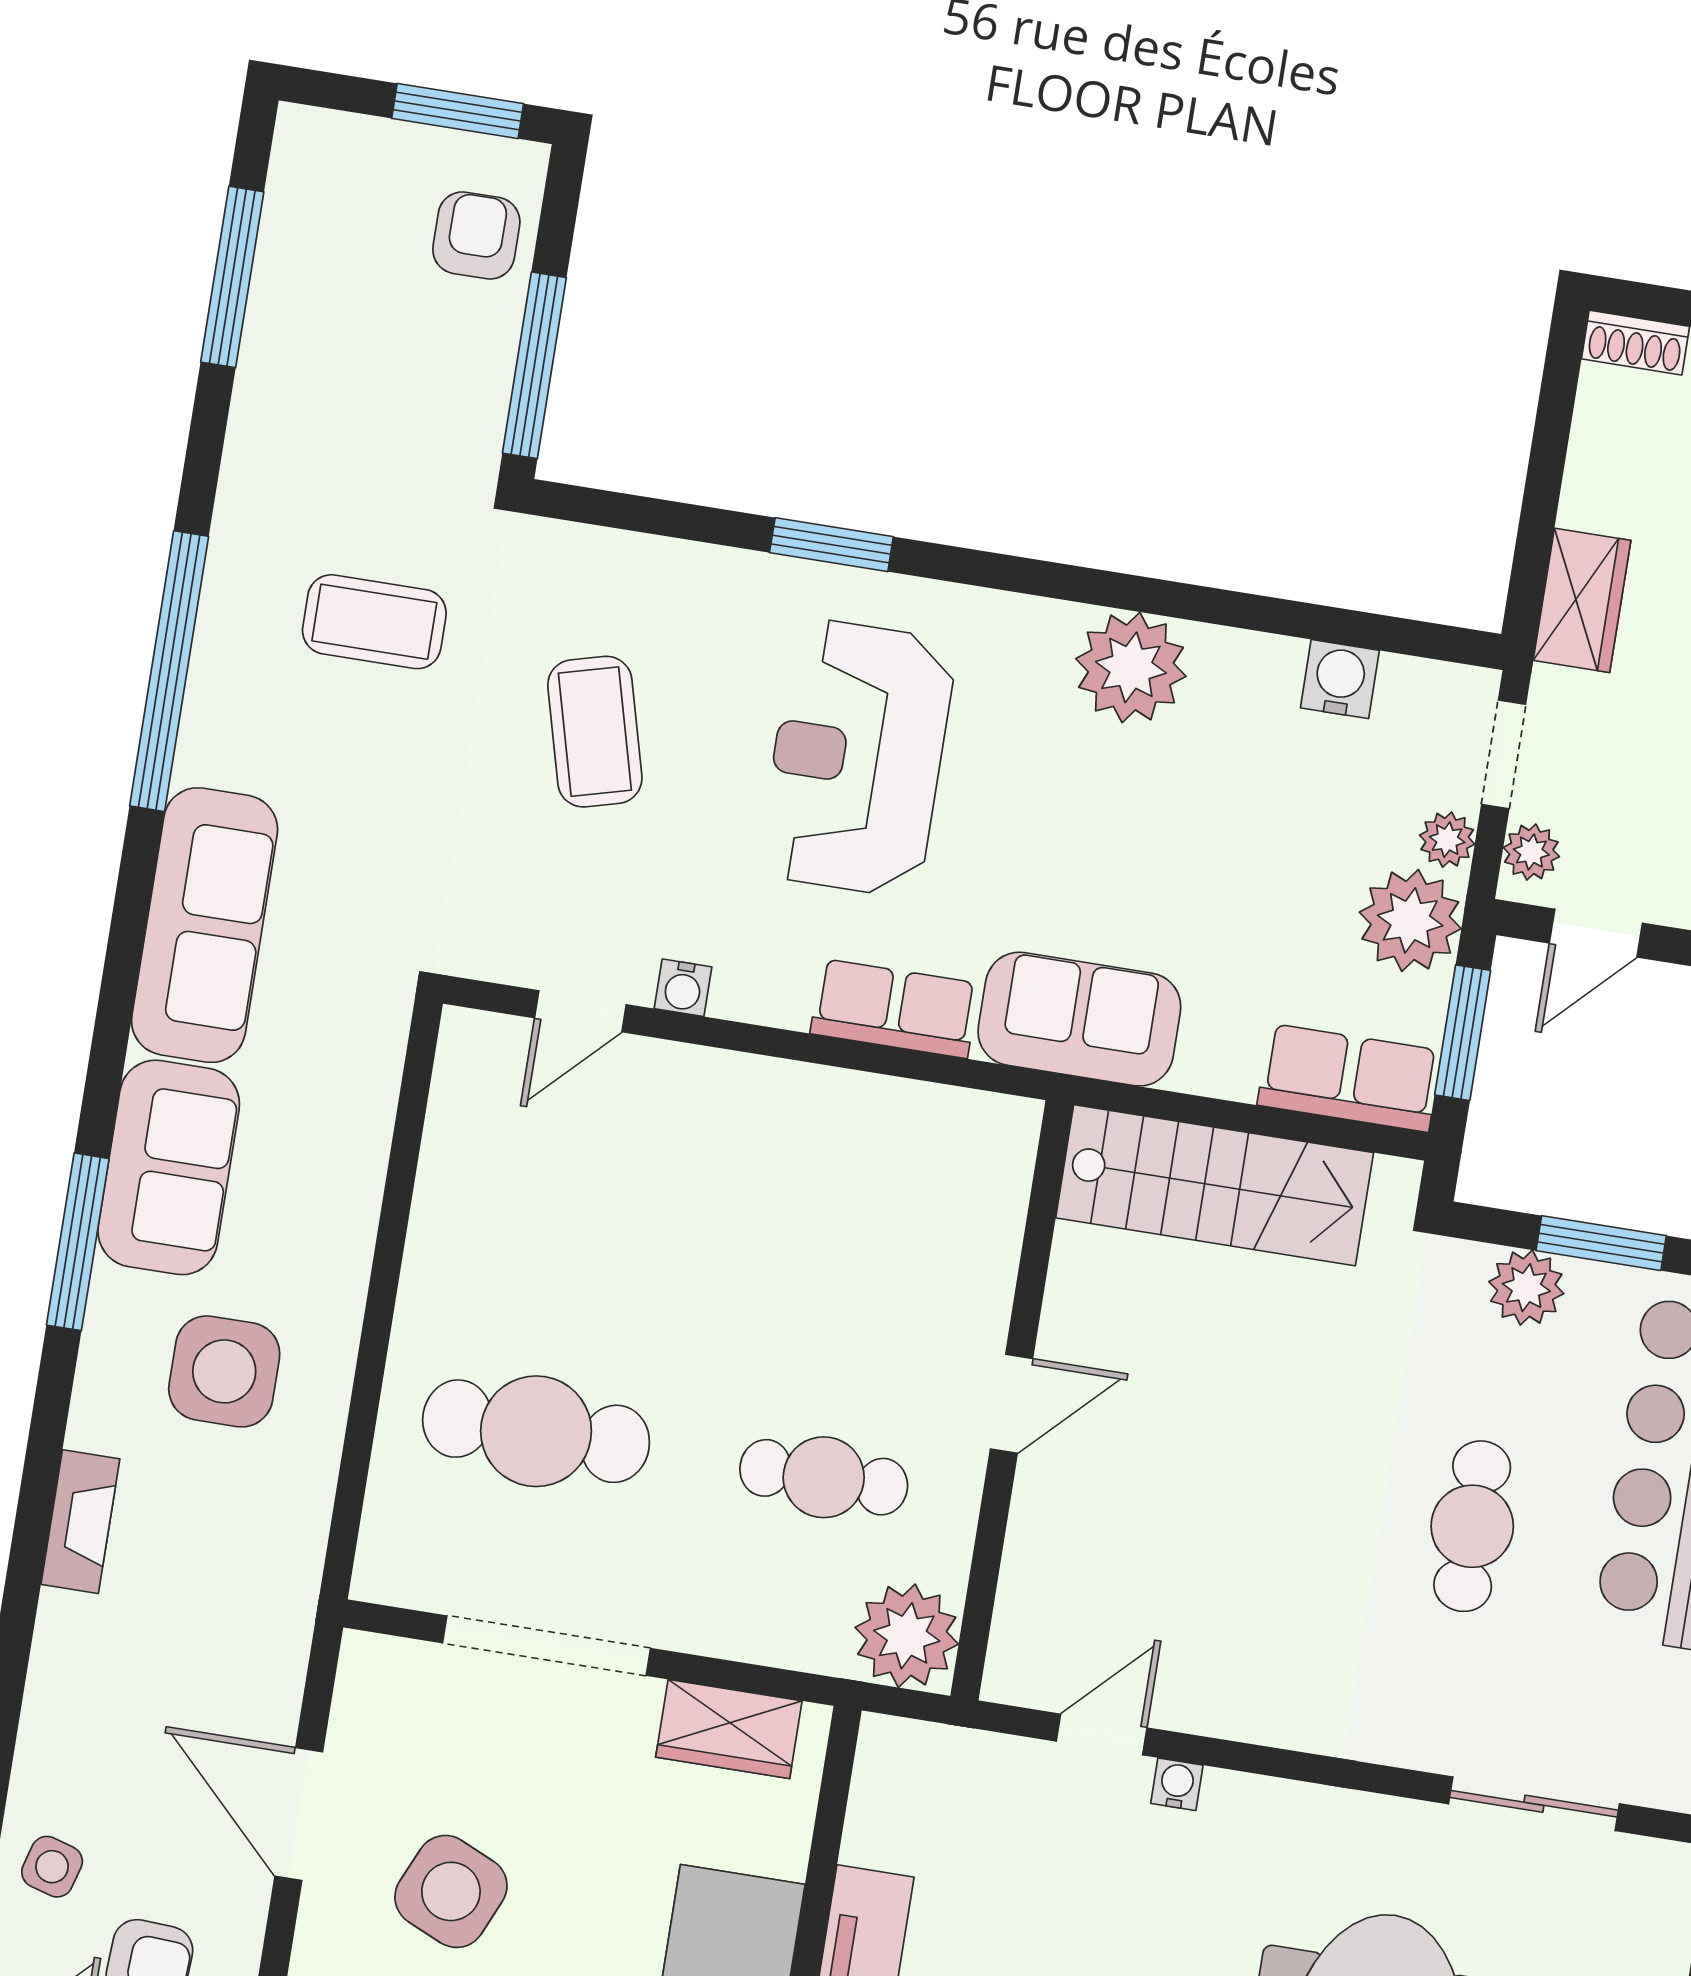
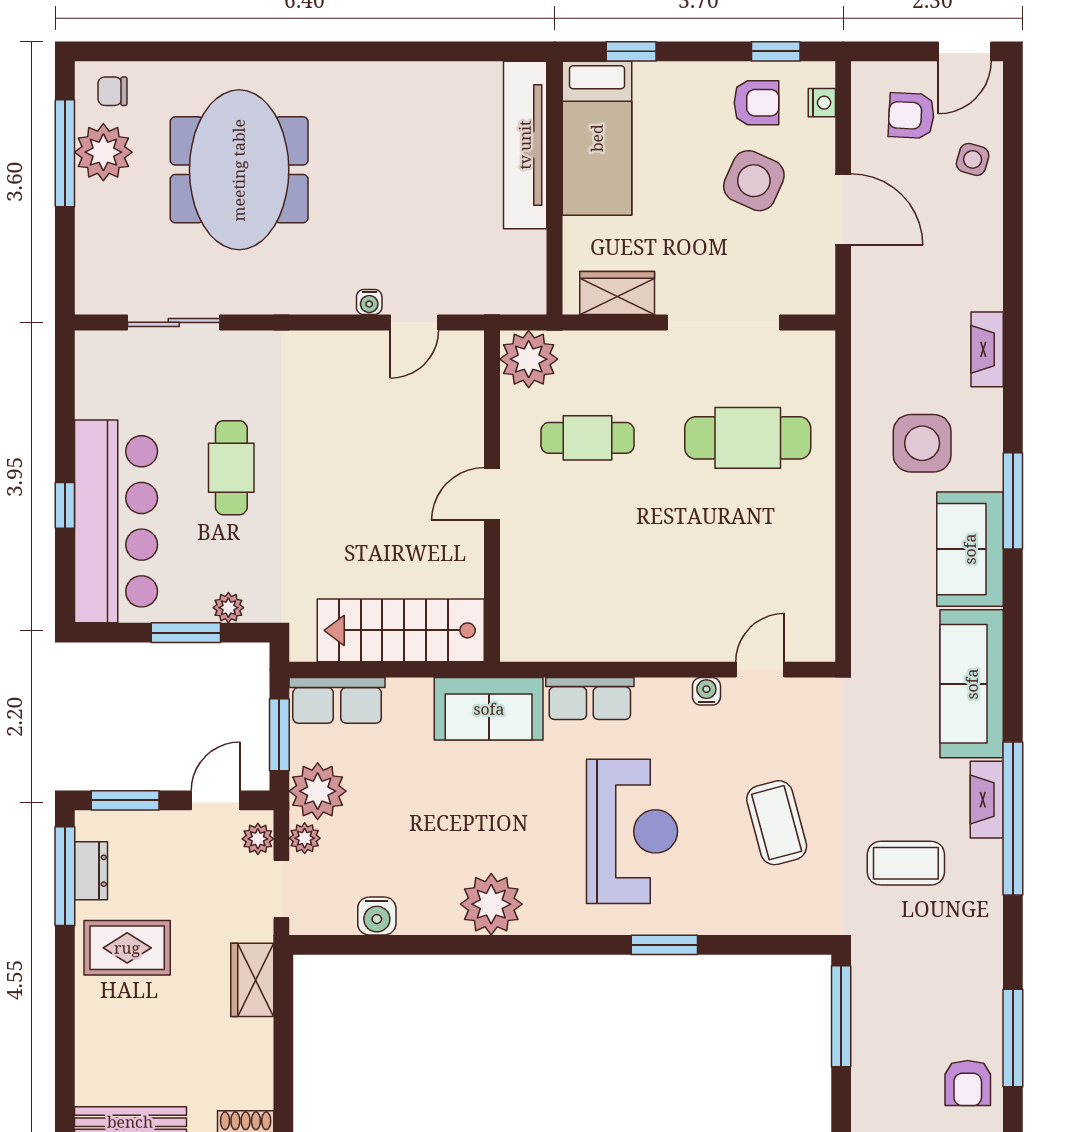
armchair: (476, 235) -> (968, 1083), moved
fireplace: (211, 713) -> (987, 800), added
plant: (1526, 1288) -> (228, 608), width x0.73, depth x0.73

